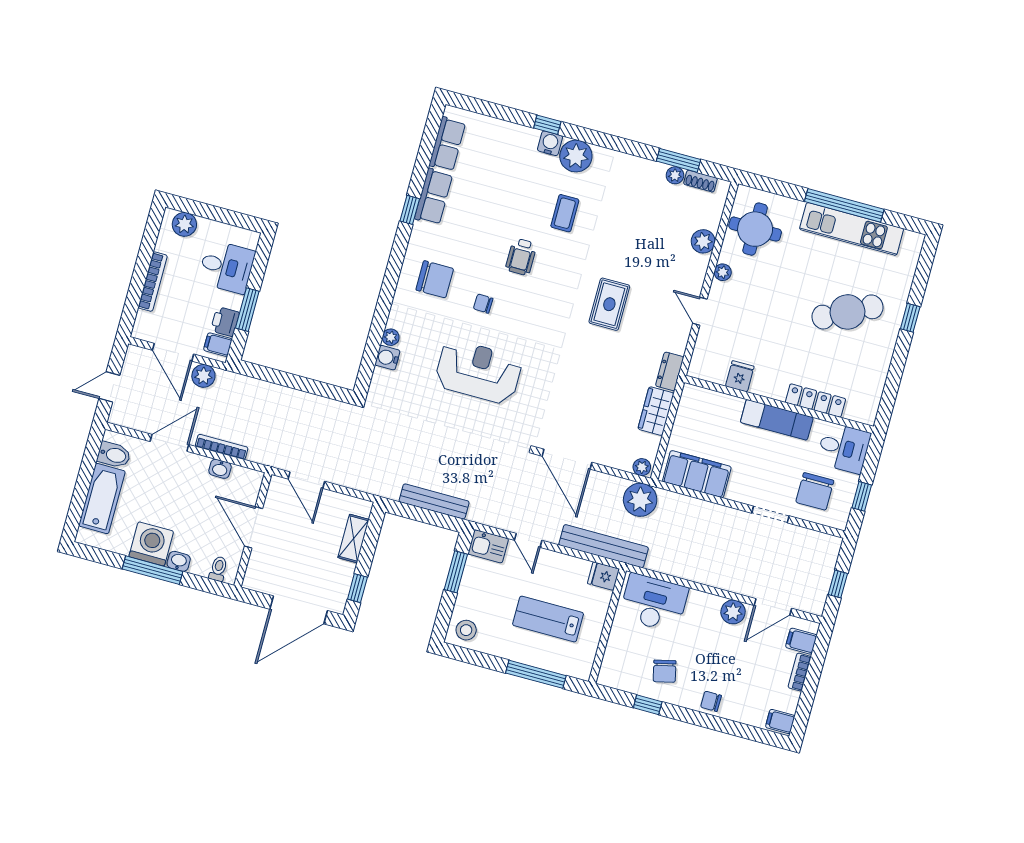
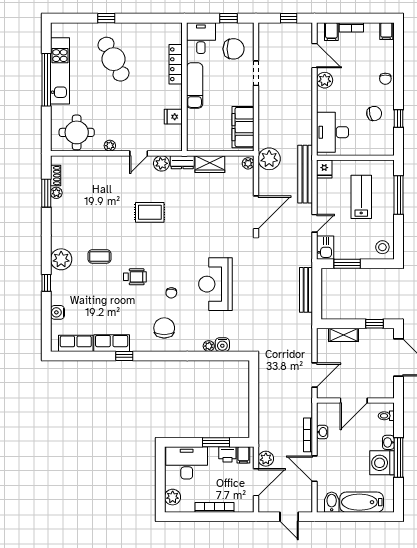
water cooler: (550, 143) -> (57, 312), moved
plant: (703, 241) -> (161, 163), moved
desk: (227, 267) -> (187, 463), width x1.37
lab bench: (548, 619) -> (361, 197), turned 180

